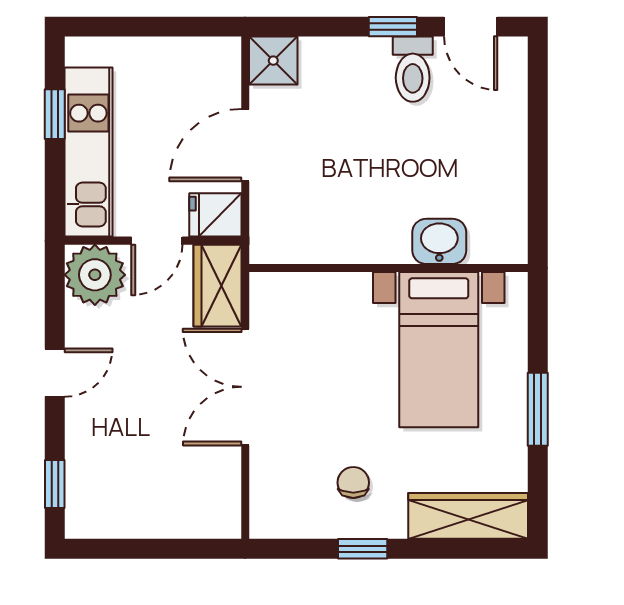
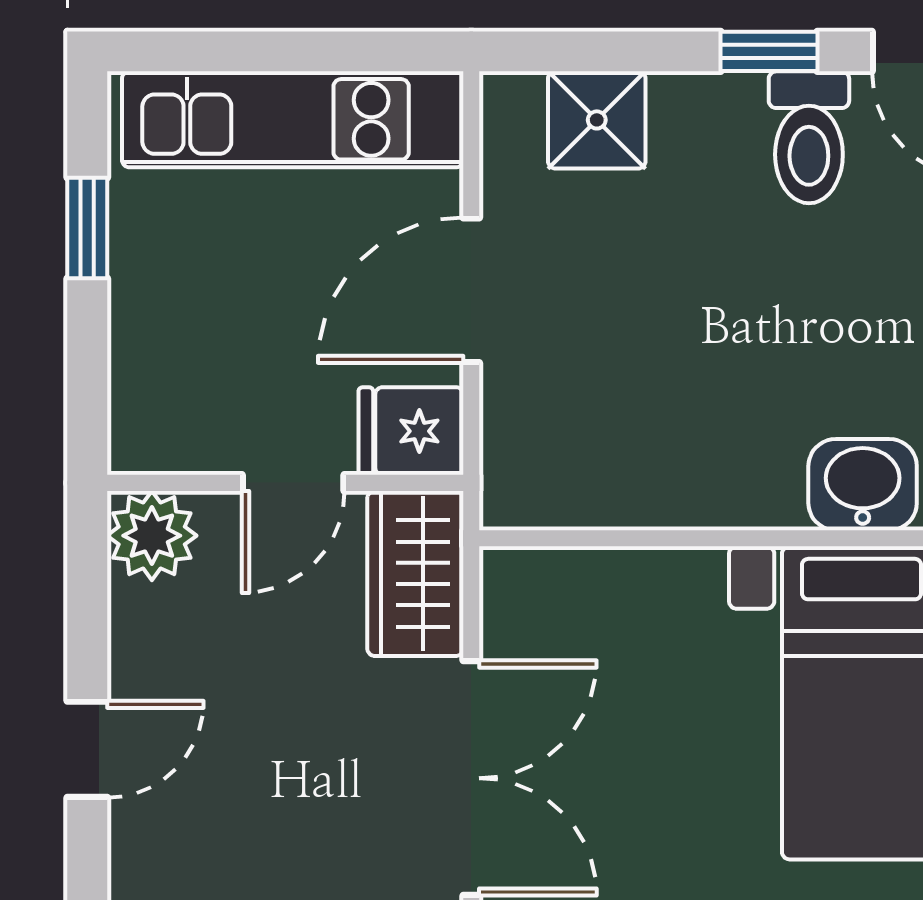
shower: (273, 61) -> (597, 120), moved
kitchen unit: (88, 152) -> (293, 119), moved, turned 90
plant: (95, 275) -> (152, 536), width x0.73, depth x0.73
double door: (245, 387) -> (471, 778), swing flipped

